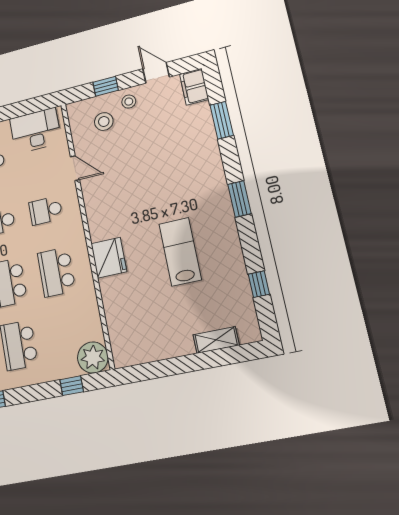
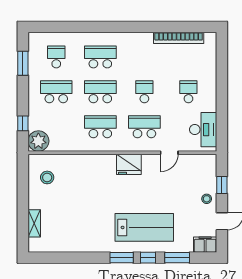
stool: (104, 121) -> (47, 177), moved
school desk: (46, 211) -> (144, 127), width x1.85
lab bench: (180, 252) -> (144, 227), moved, width x1.36, depth x1.39
fridge: (109, 258) -> (129, 164), moved
window: (259, 284) -> (148, 258), moved

